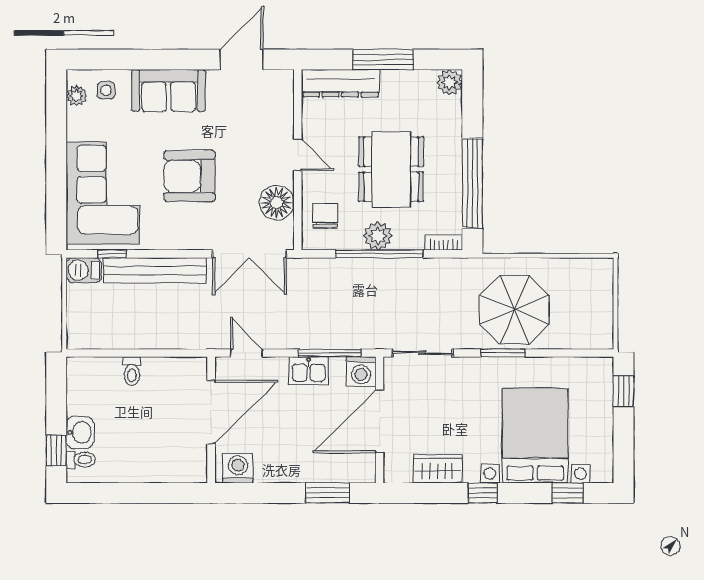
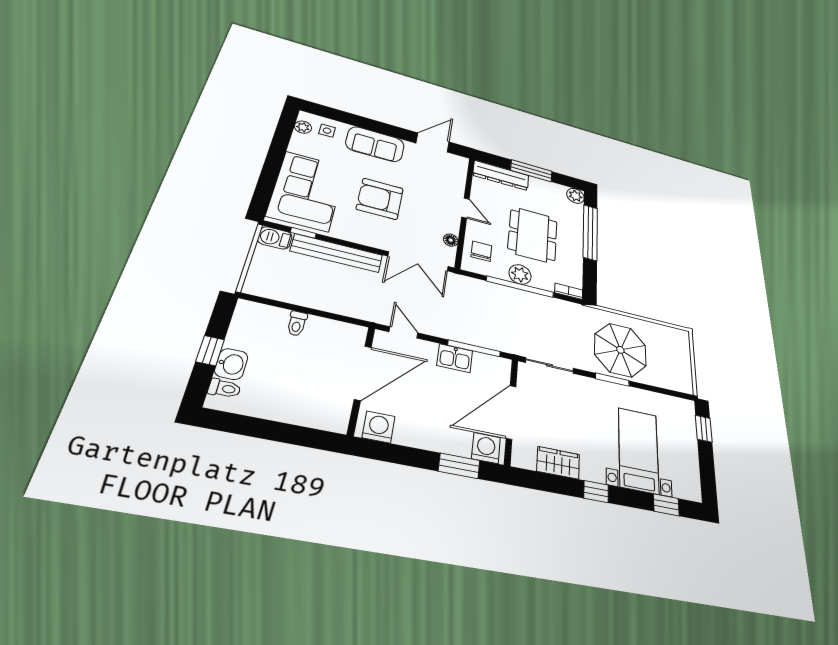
window: (472, 183) -> (590, 232), moved
floor lamp: (277, 203) -> (451, 240), width x0.53, depth x0.53
washing machine: (361, 371) -> (486, 448), moved, turned 180
bed with nightstands: (535, 436) -> (638, 450), width x0.73
window: (56, 451) -> (210, 351), moved

